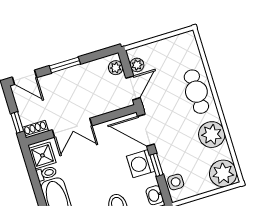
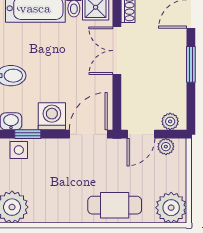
door: (133, 88) -> (141, 134), hinge flipped
plant: (212, 135) -> (171, 208), moved
window: (157, 165) -> (28, 134), moved

